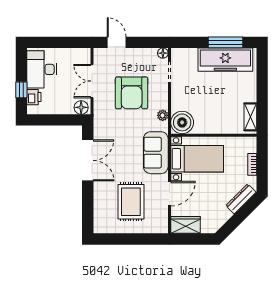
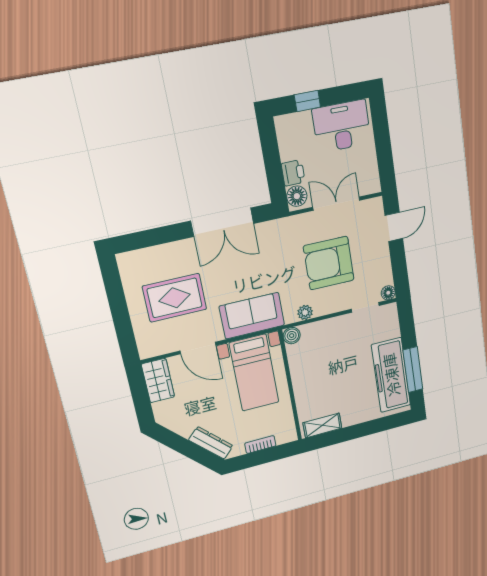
printer: (34, 97) -> (293, 173), moved, turned -90
boiler: (182, 122) -> (292, 336), width x0.54, depth x0.54

